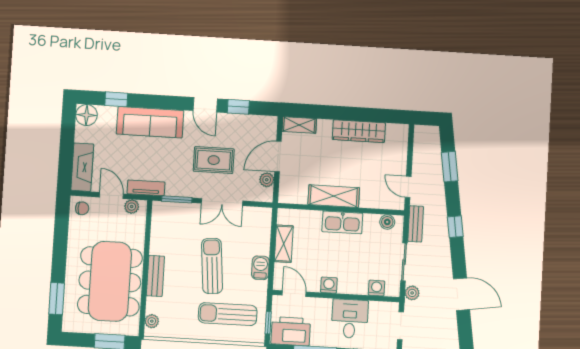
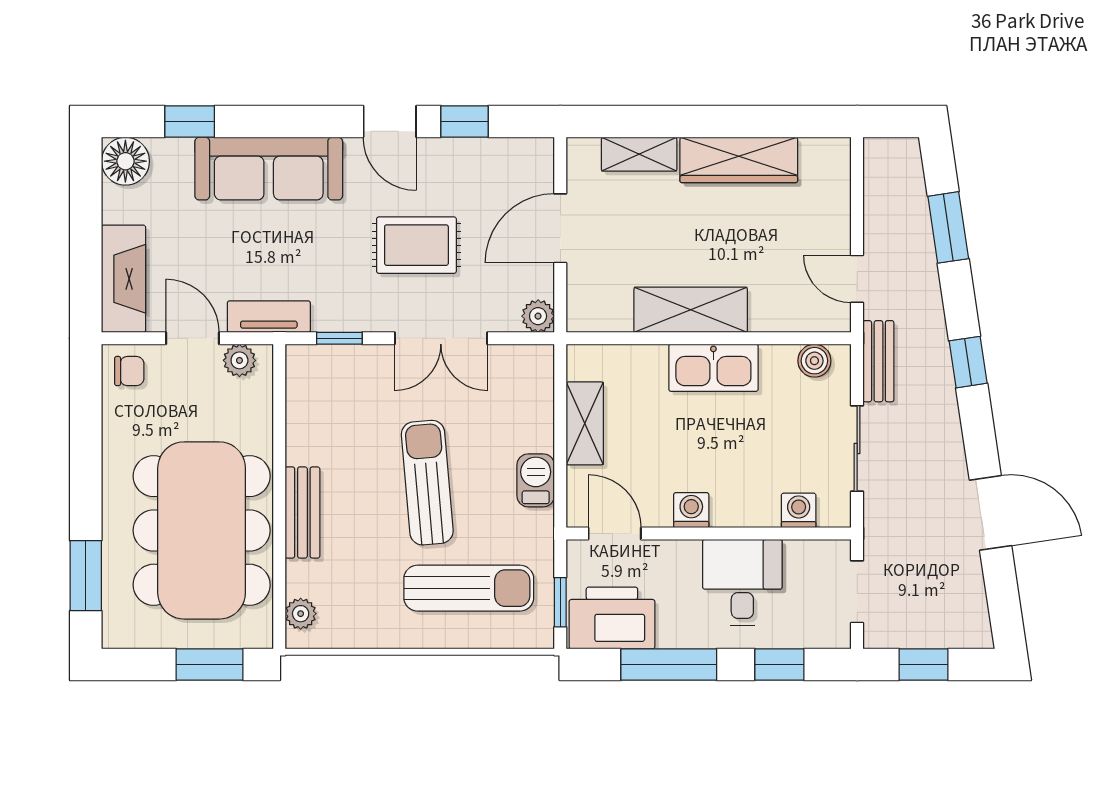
shelving: (299, 125) -> (639, 154), moved
plant: (267, 180) -> (538, 316), moved
window: (177, 199) -> (339, 338), width x0.67
plant: (412, 293) -> (879, 517), removed
sun lounger: (228, 314) -> (469, 588), turned 180

